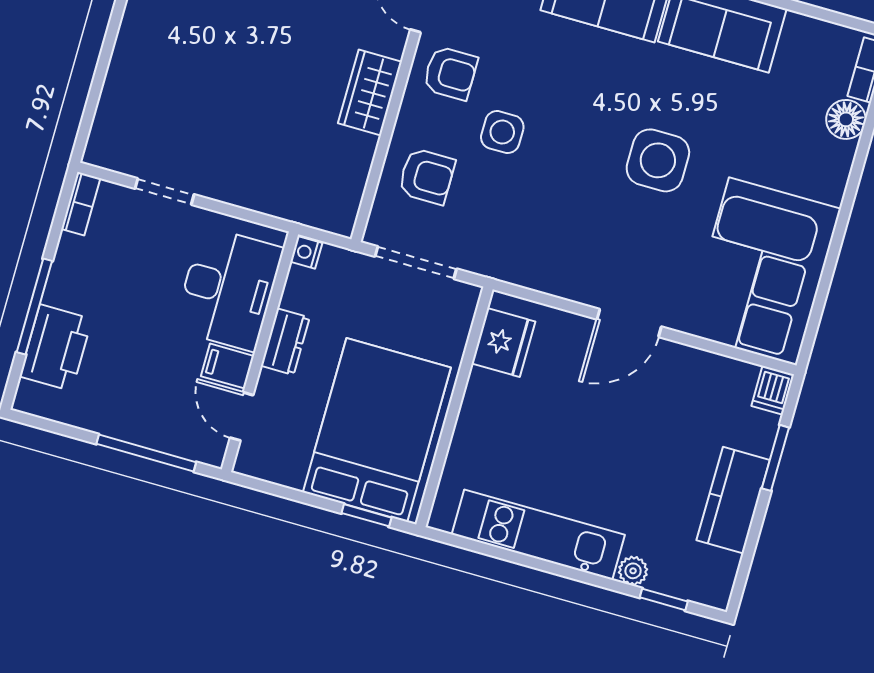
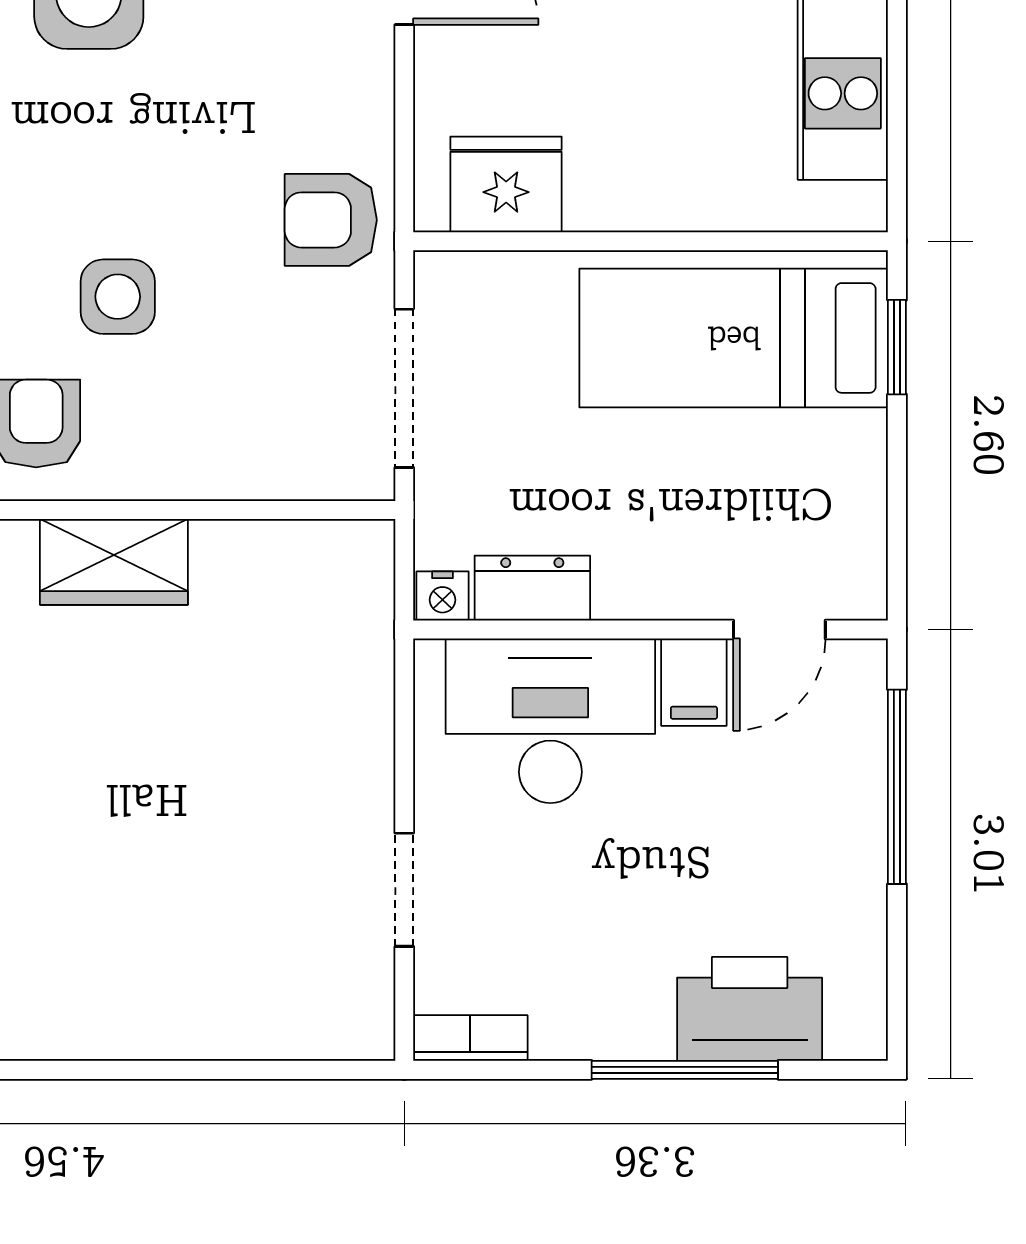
armchair: (427, 176) -> (331, 220), moved, turned -90
dresser: (285, 342) -> (532, 588), moved
bed: (377, 430) -> (734, 338), width x0.67

